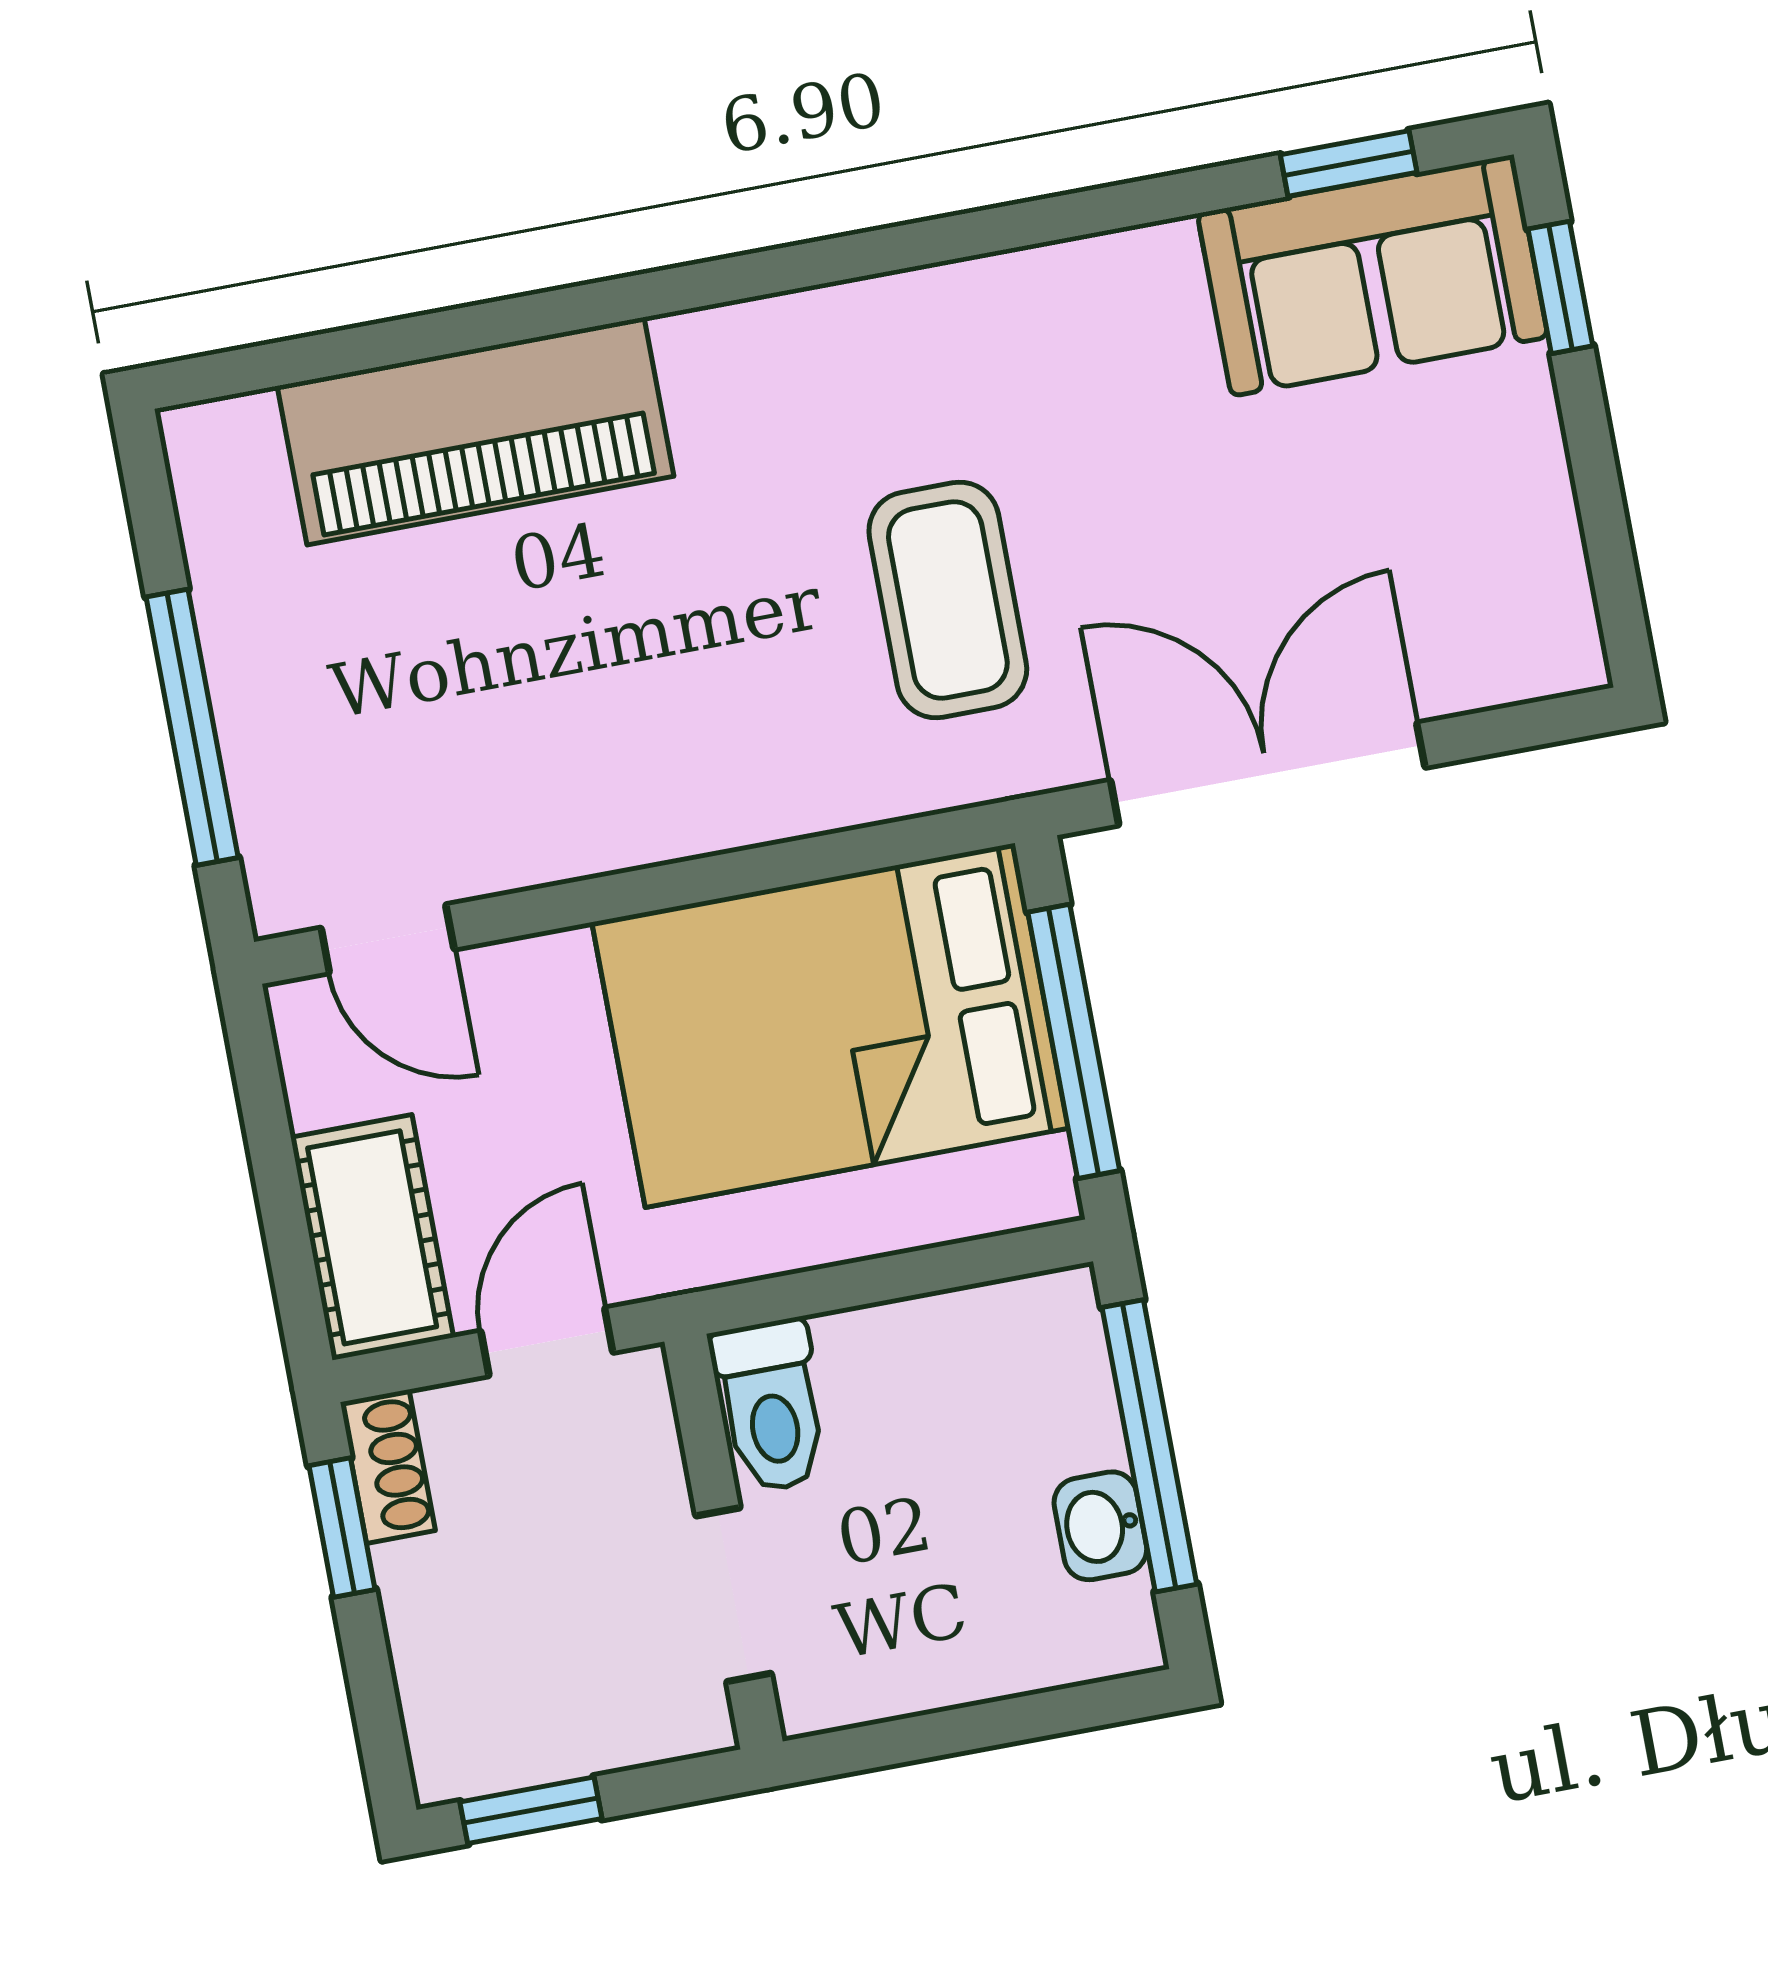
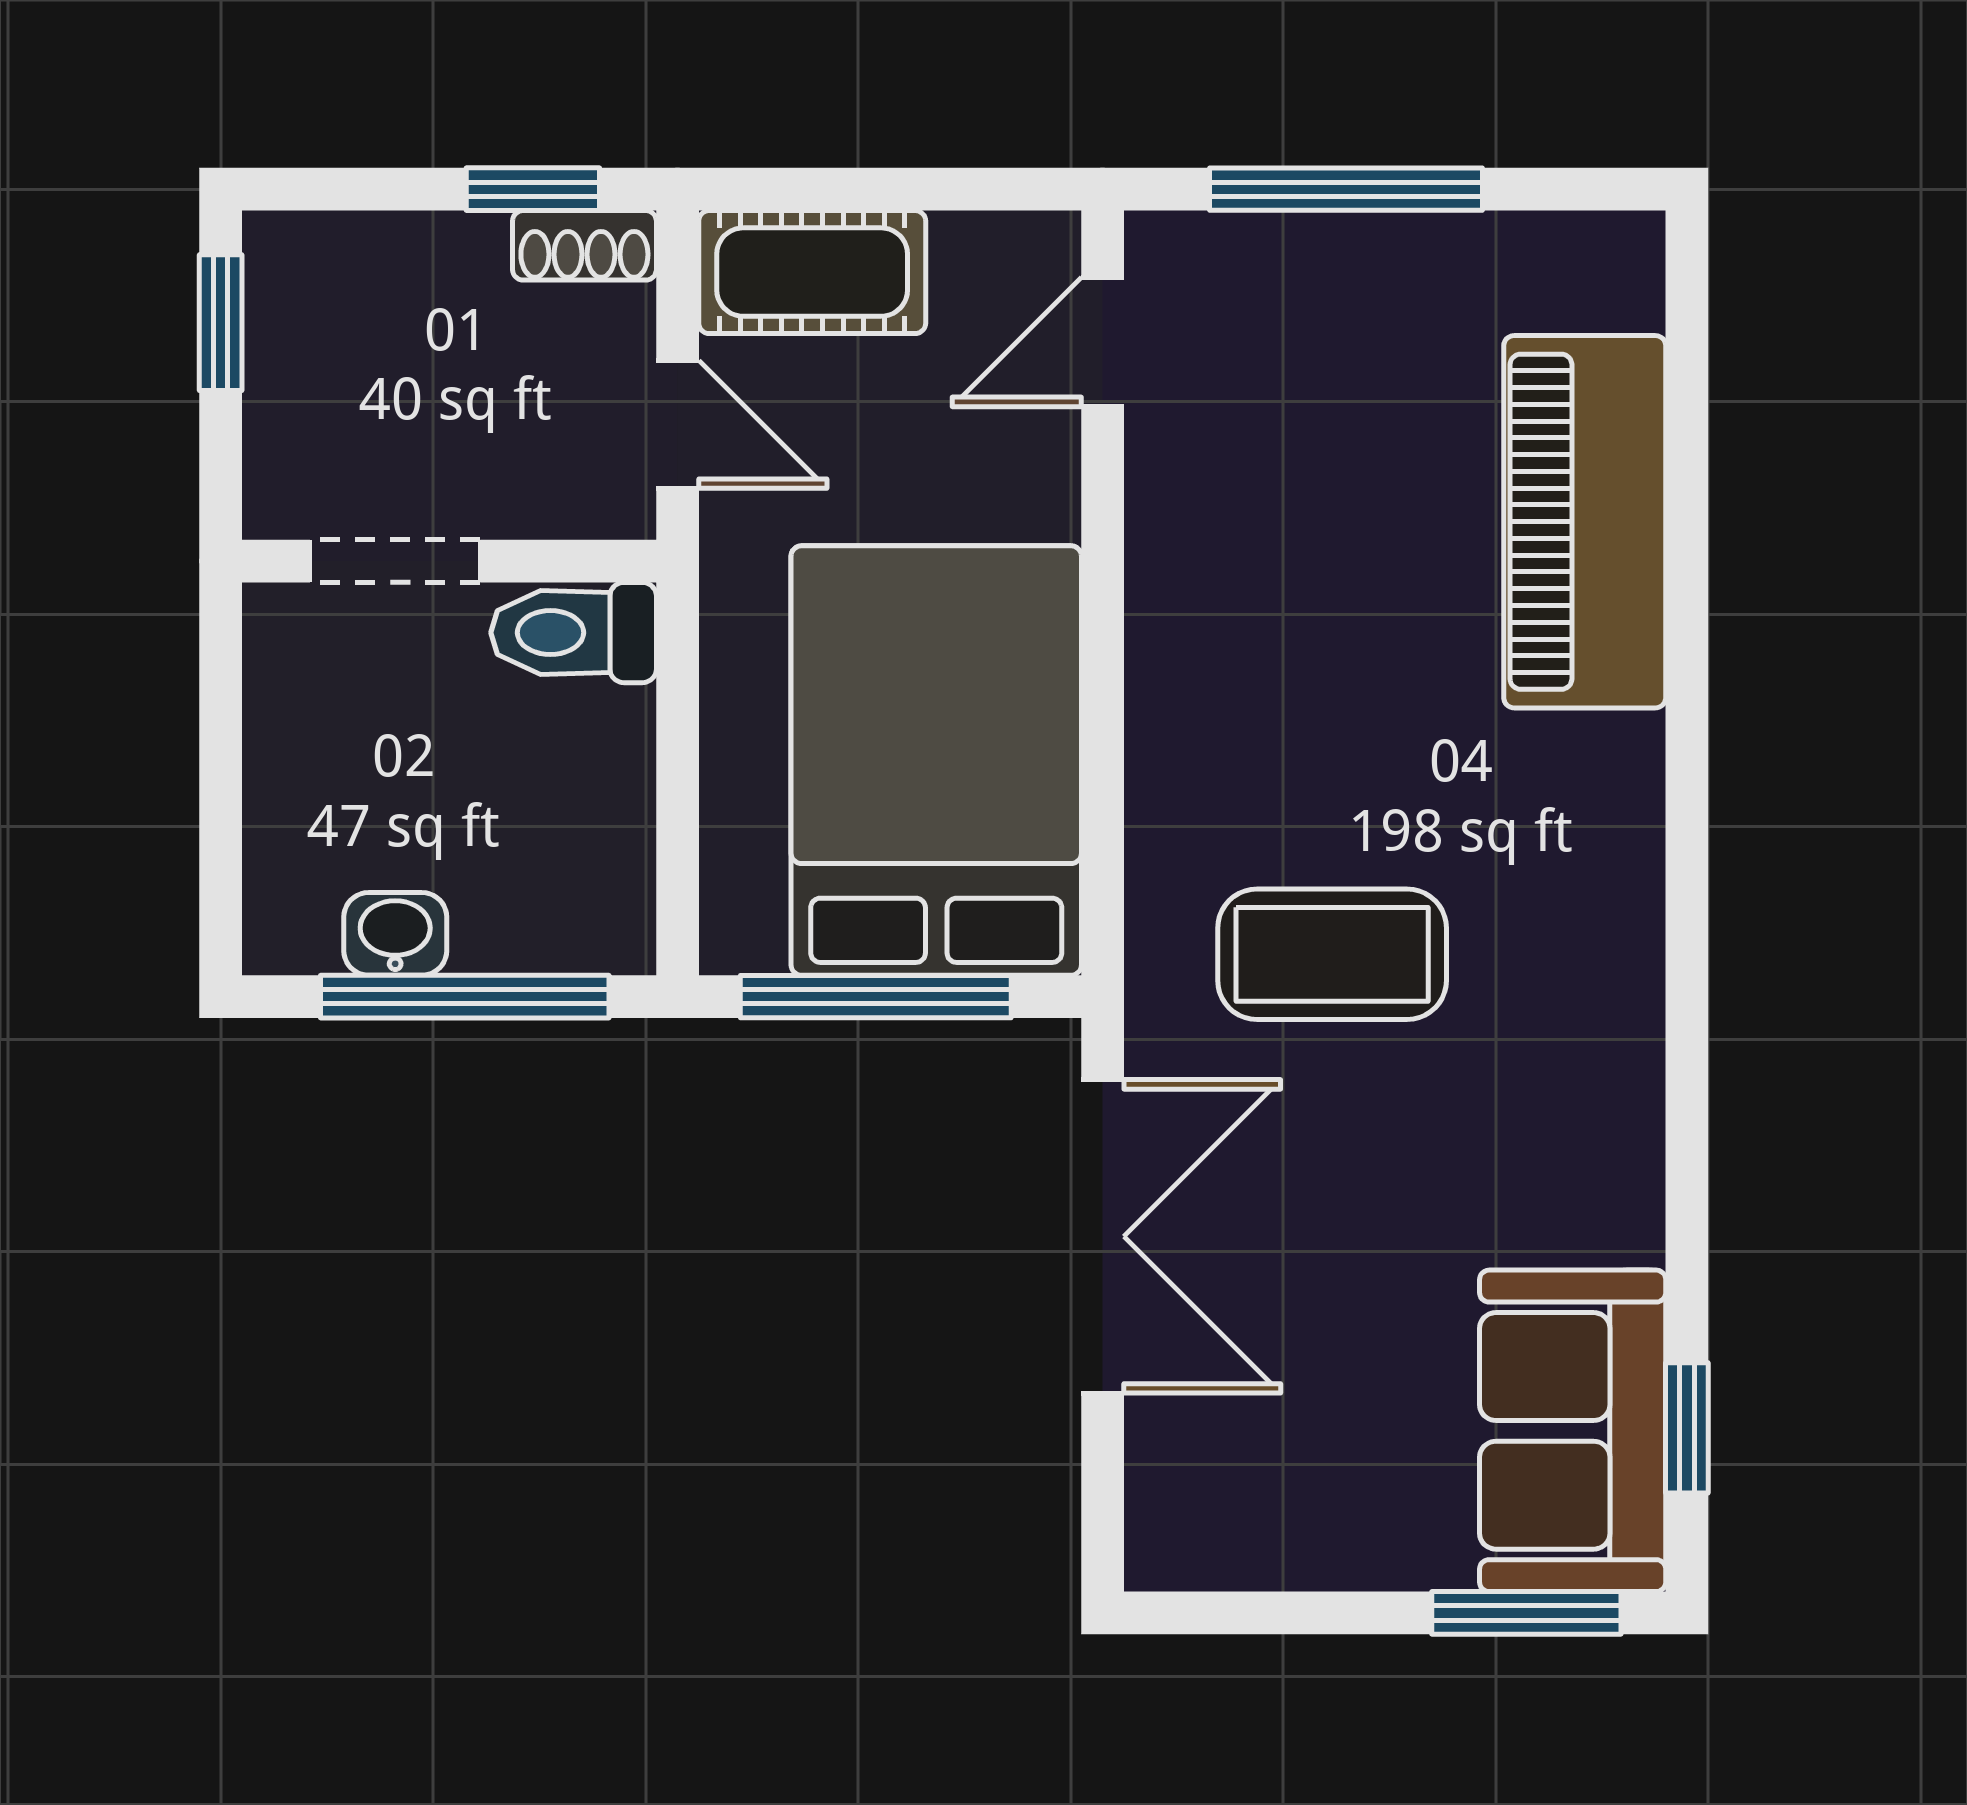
window: (1560, 287) -> (1526, 1613), width x1.50

